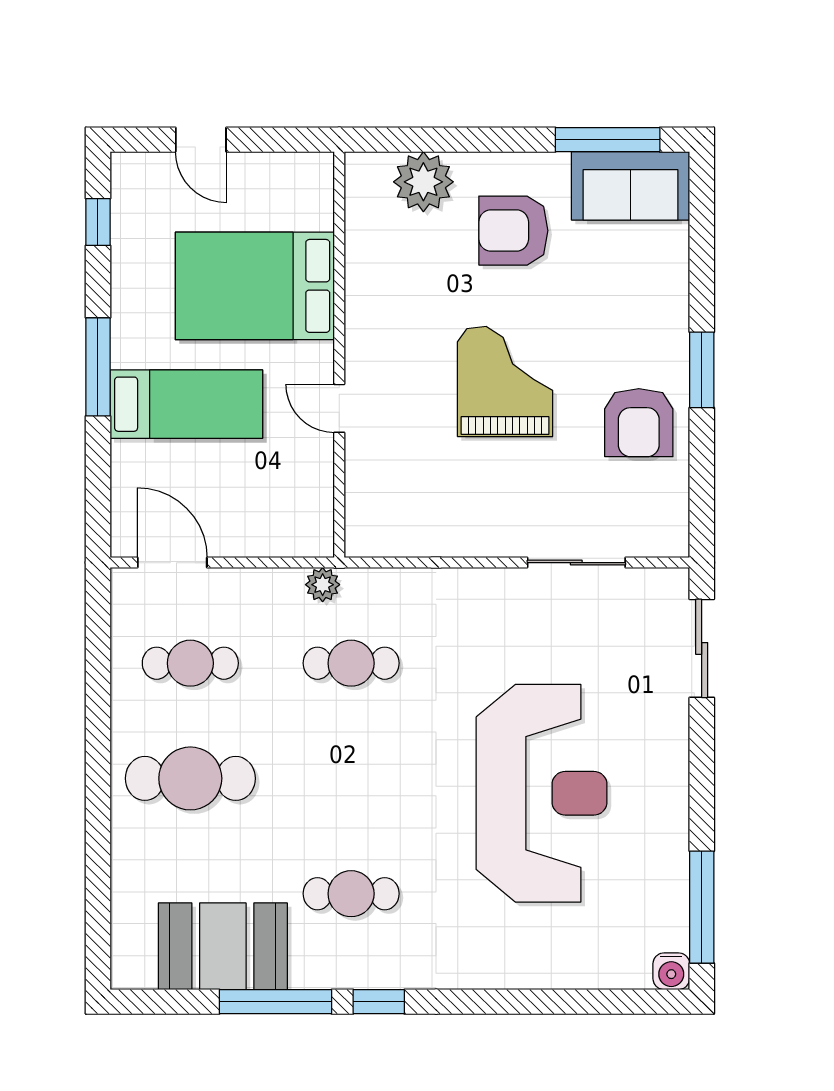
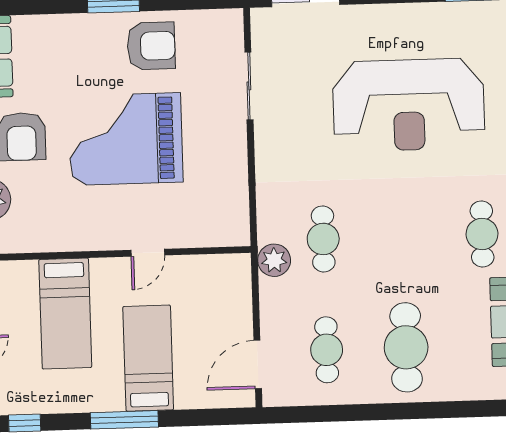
bed: (255, 286) -> (65, 313), width x0.67
grand piano: (505, 381) -> (126, 139), width x1.37, depth x1.48
plant: (323, 585) -> (274, 260), width x1.38, depth x1.38
reception desk: (542, 793) -> (409, 105), turned 180

